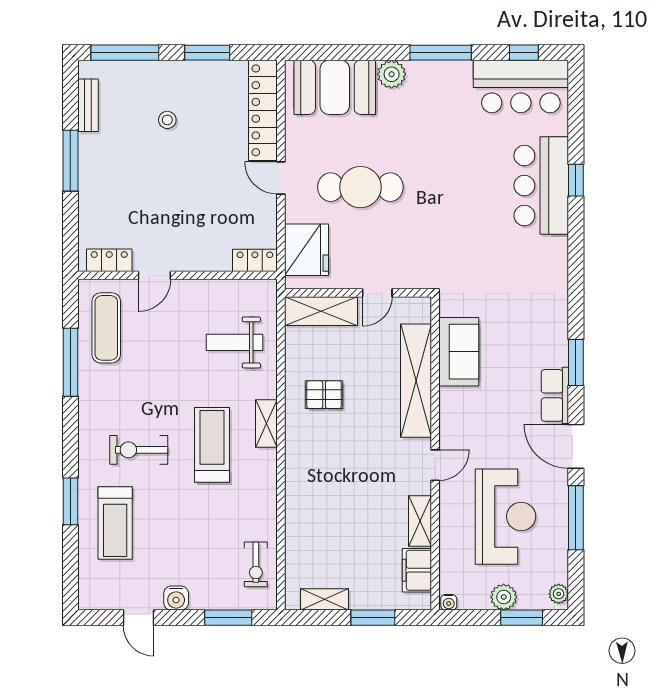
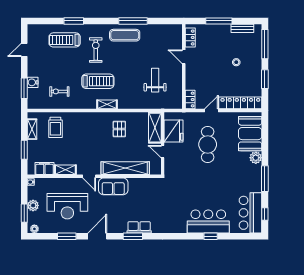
fridge: (307, 250) -> (174, 131), moved, turned -90
locker: (109, 260) -> (190, 37), moved
locker: (255, 260) -> (190, 100), moved
door: (154, 275) -> (184, 57), moved
wall: (178, 275) -> (184, 67), moved
exercise mat: (106, 328) -> (125, 35), moved
weight bench: (234, 342) -> (155, 80), moved
sofa: (459, 352) -> (113, 186), moved
row of seats: (555, 395) -> (139, 227), moved
window: (576, 518) -> (67, 236), width x0.69
trolley: (320, 545) -> (55, 127), added
exercise bike: (256, 564) -> (59, 91), moved
water cooler: (176, 598) -> (33, 82), moved

